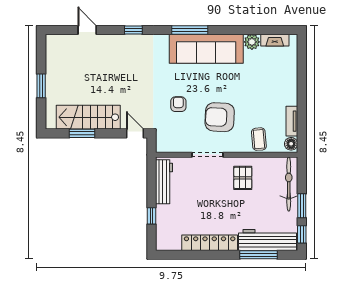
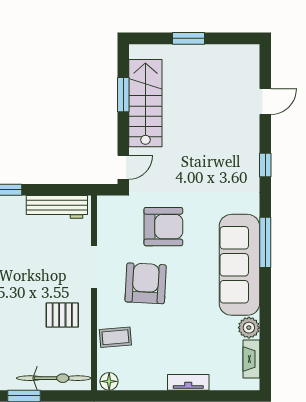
armchair: (178, 104) -> (163, 227), width x1.88, depth x1.88
tv unit: (292, 121) -> (188, 382), moved

